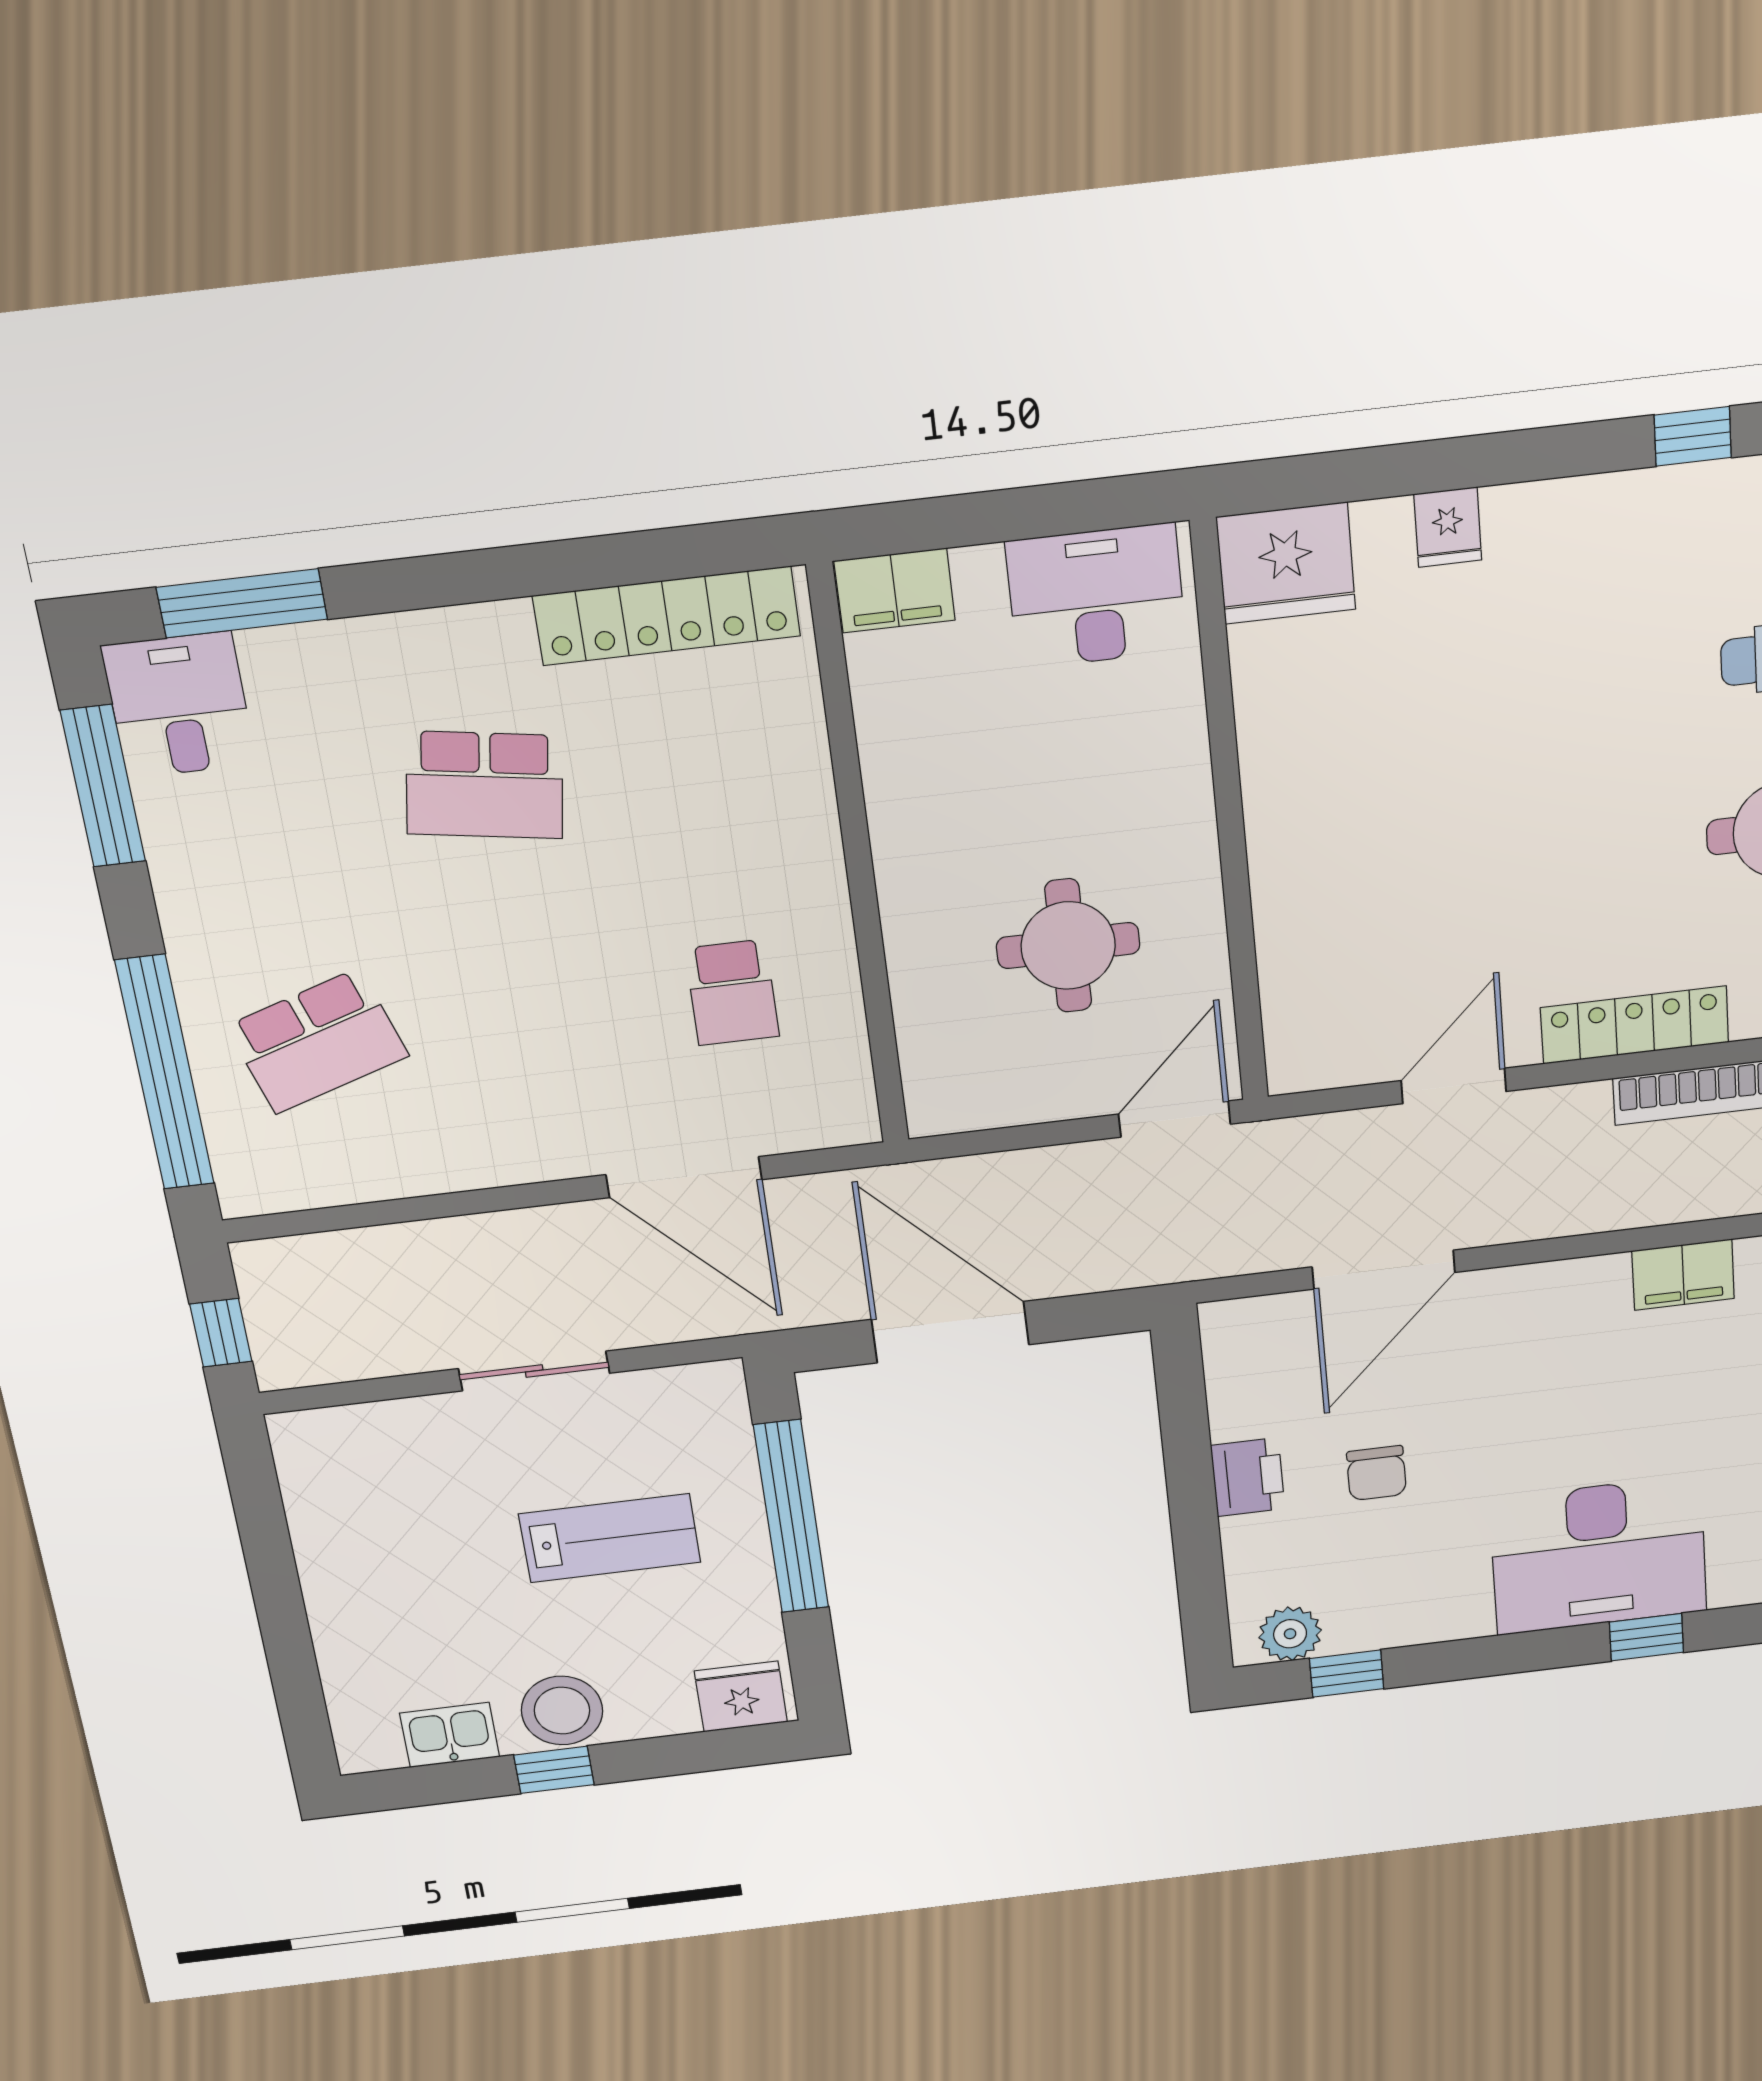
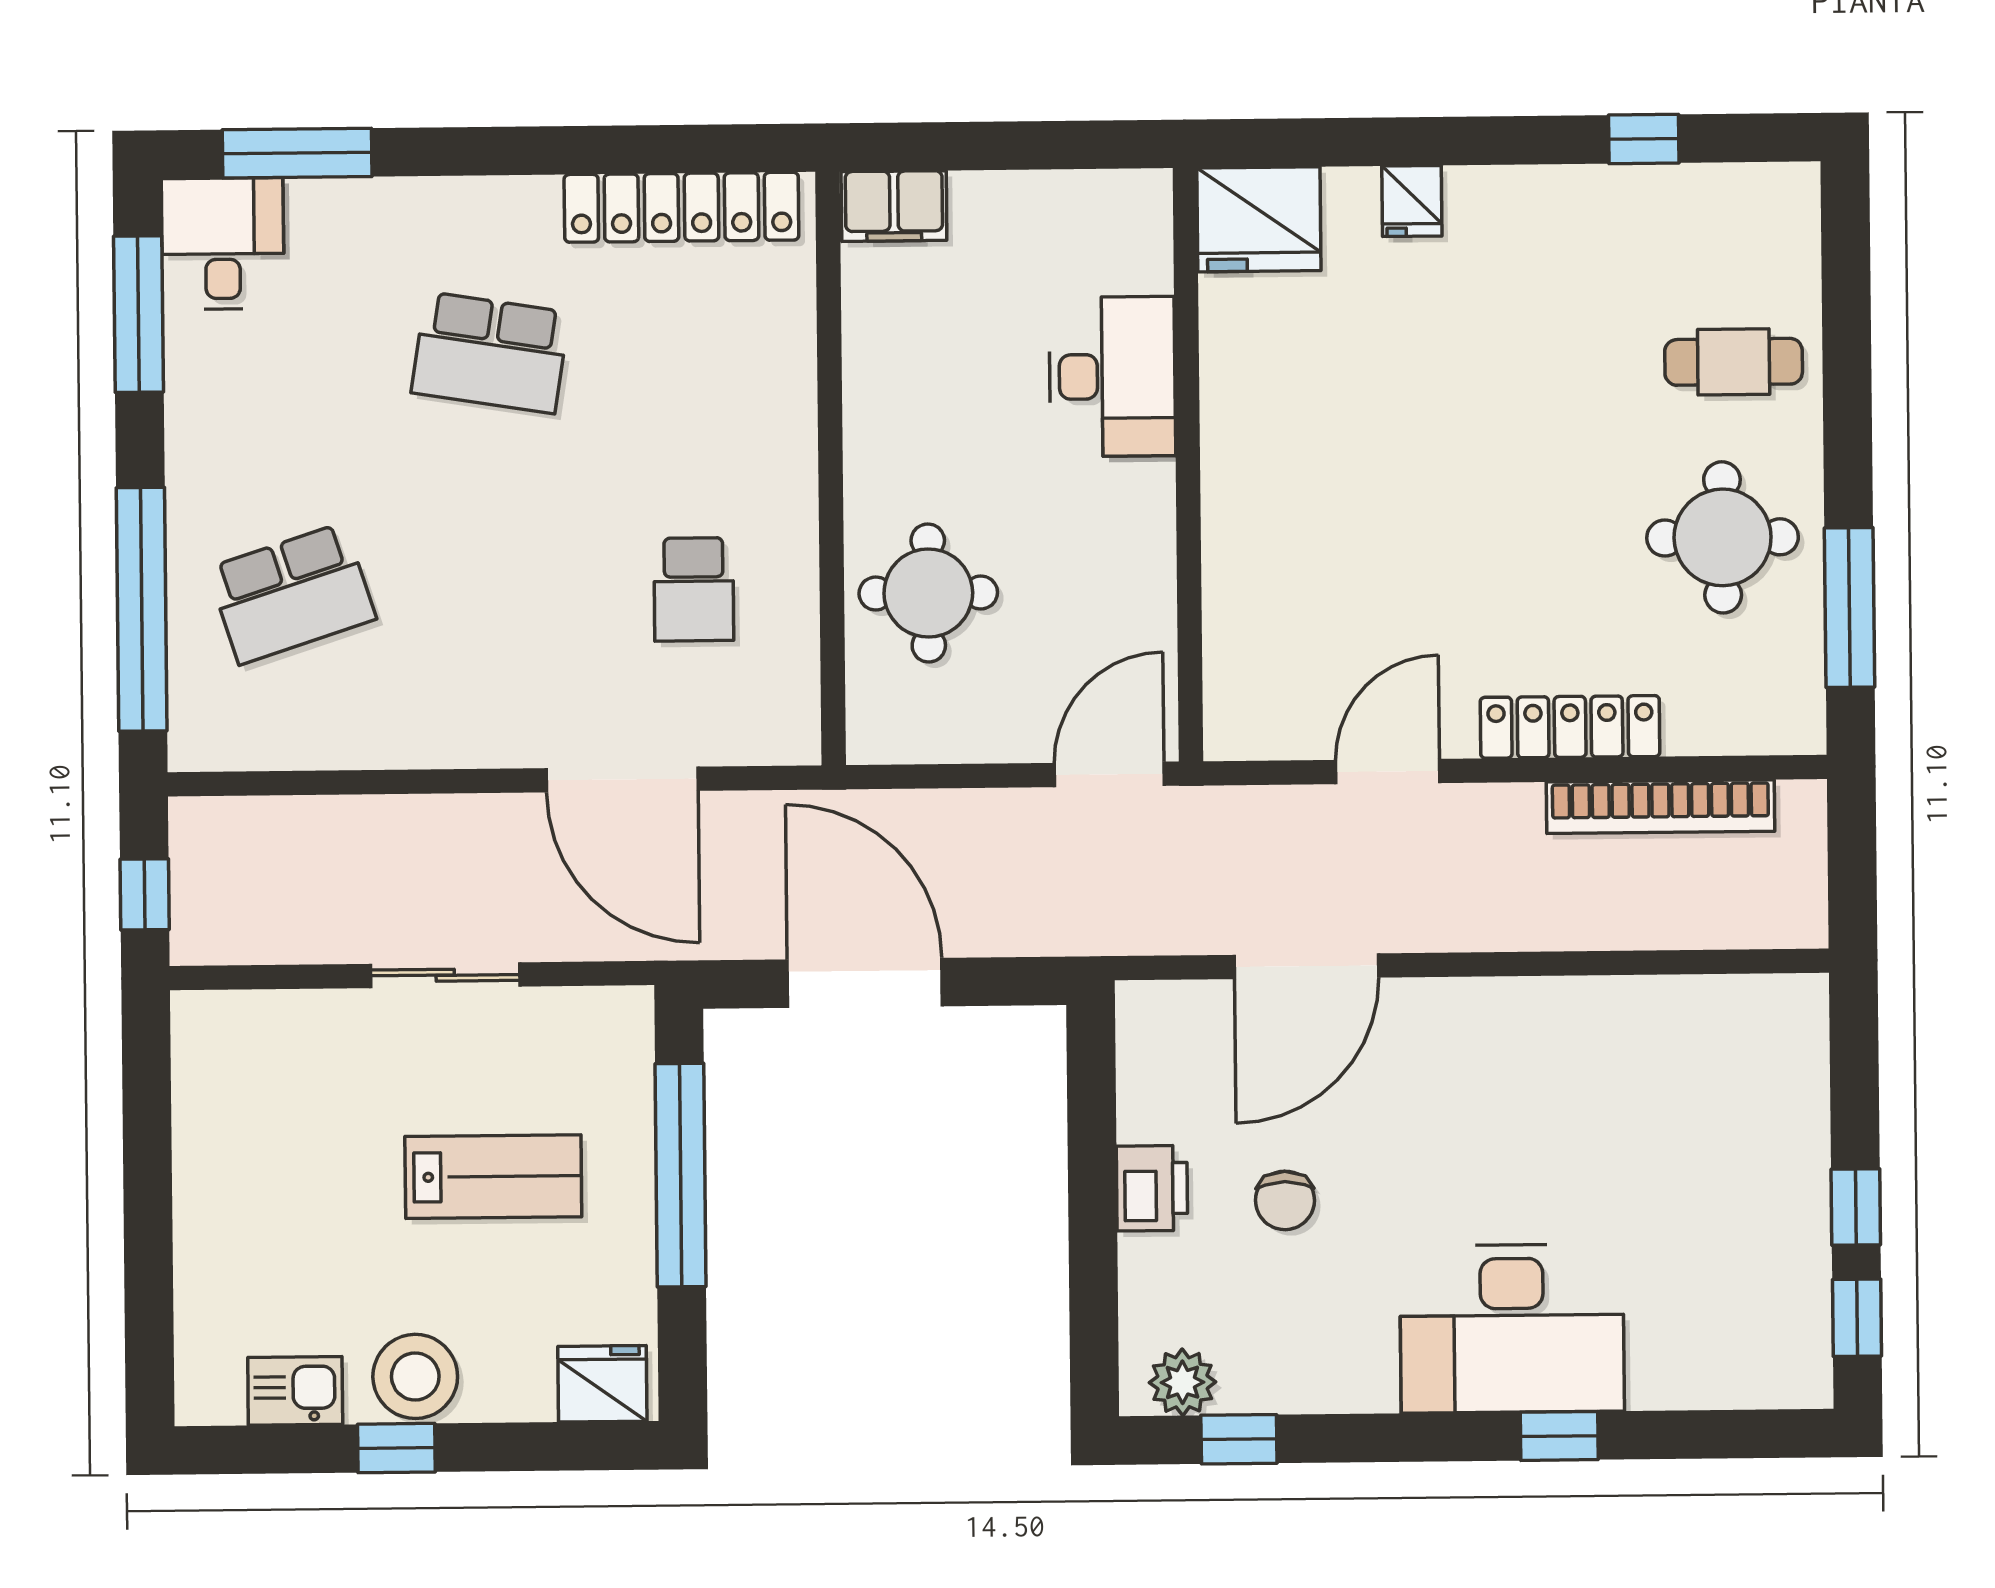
desk: (1096, 596) -> (1112, 377), moved, turned 90
round table: (1068, 946) -> (928, 593), moved
filing cabinet: (1683, 1275) -> (1610, 1009), removed

